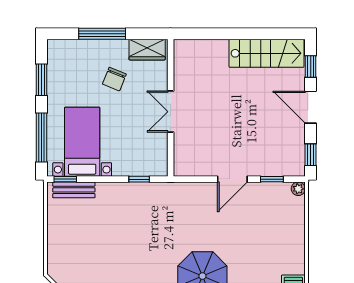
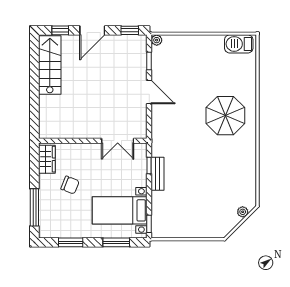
window: (102, 34) -> (34, 207), moved
double door: (171, 112) -> (118, 141), moved
window: (42, 137) -> (116, 242), width x0.69
bench: (74, 190) -> (157, 174), moved

